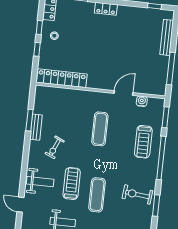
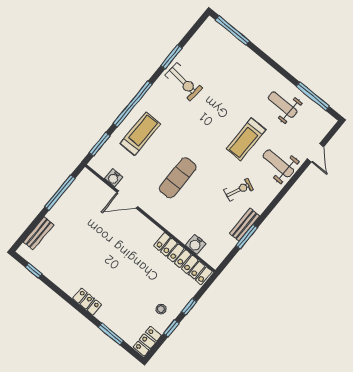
bench: (167, 37) -> (39, 233), width x0.73
water cooler: (59, 93) -> (196, 244), added
exercise mat: (97, 195) -> (227, 110), removed

